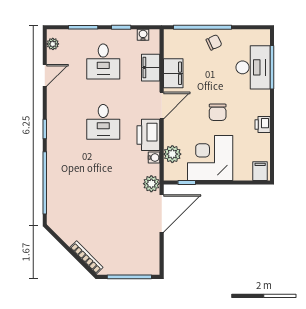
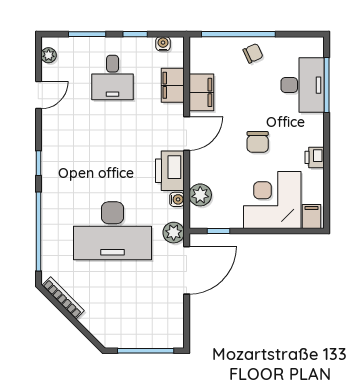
desk: (103, 122) -> (113, 231), moved, width x1.87, depth x1.30
corner desk: (210, 158) -> (272, 200), moved
bookcase: (86, 257) -> (63, 298), moved

